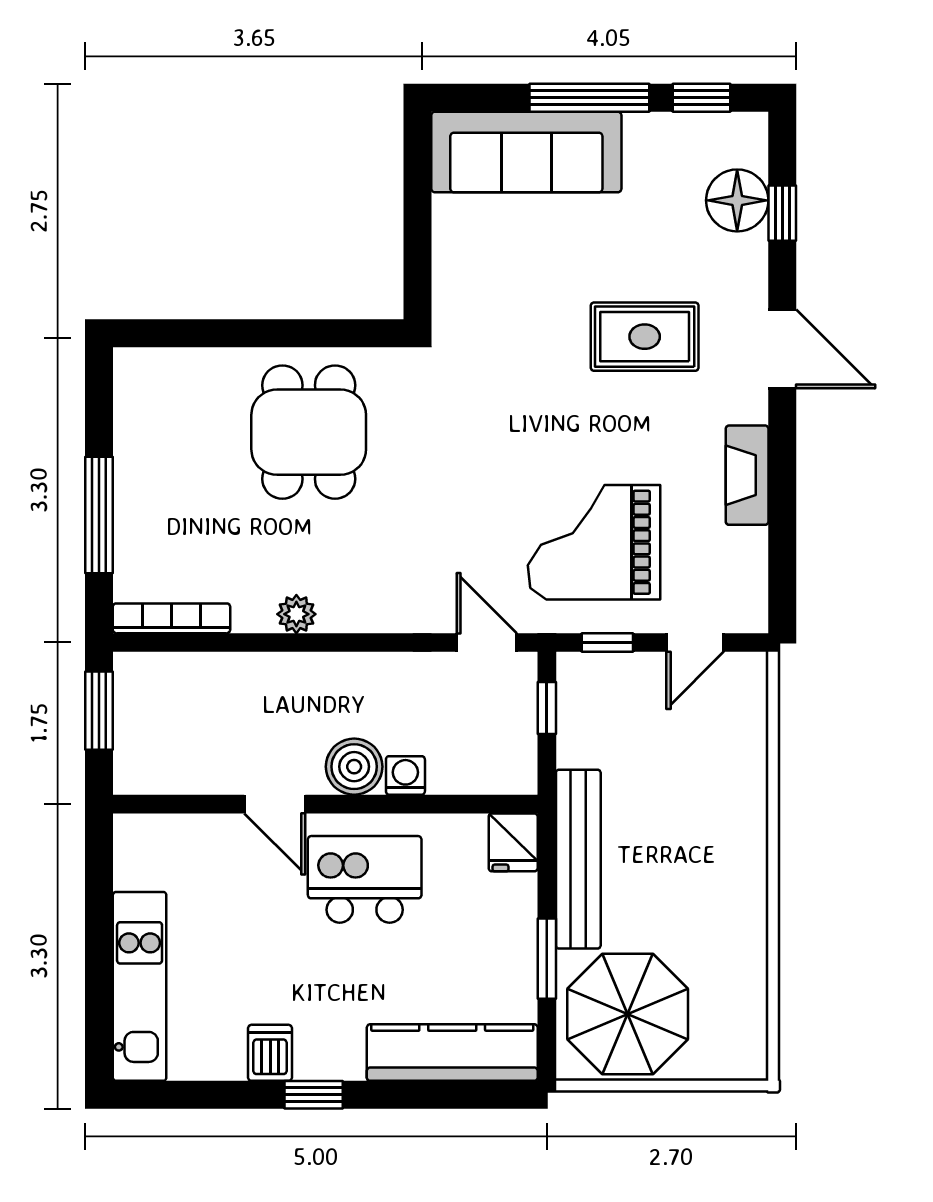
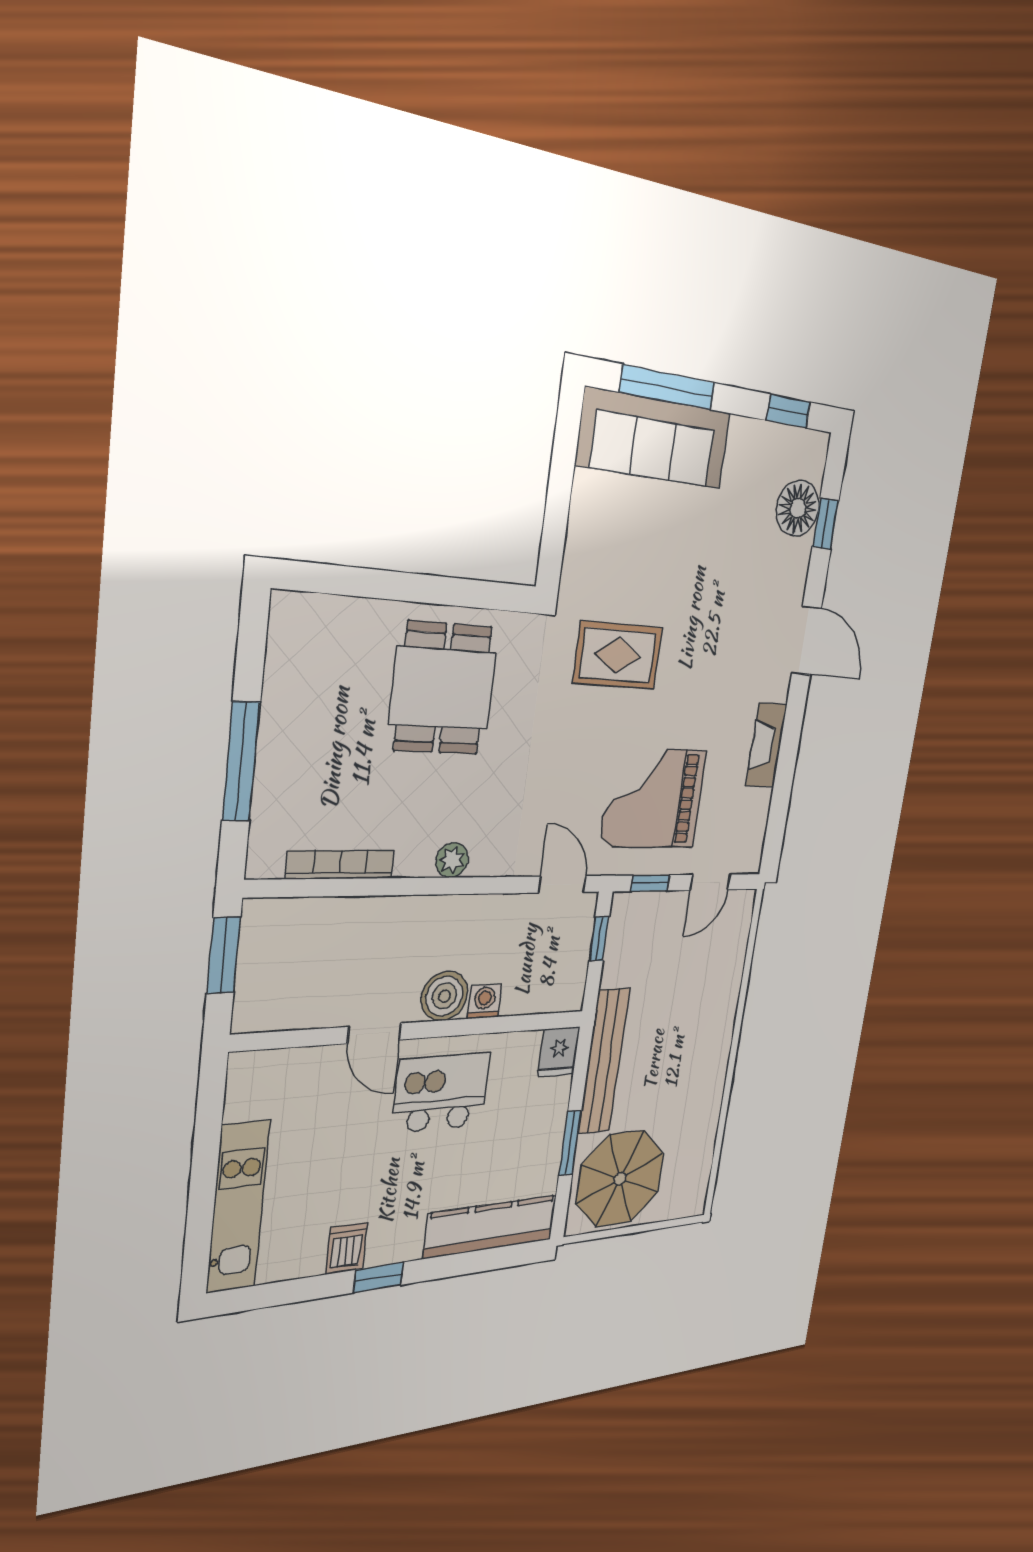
window: (589, 98) -> (667, 387), moved
rug: (645, 337) -> (618, 655), moved
plant: (296, 614) -> (452, 860), moved
bookcase: (171, 618) -> (340, 865), moved

